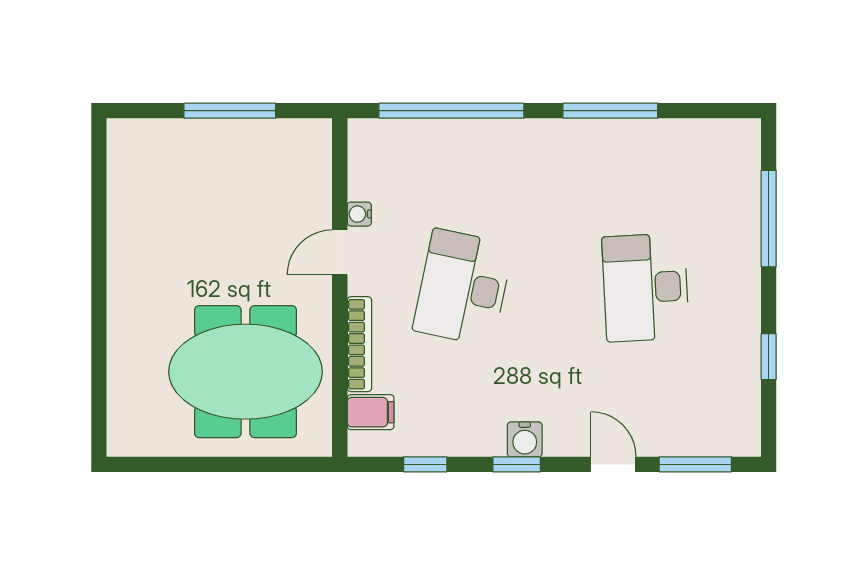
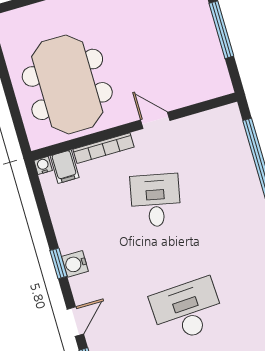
water cooler: (359, 214) -> (43, 165), moved
desk: (463, 287) -> (156, 200), width x0.73
window: (425, 464) -> (43, 208), removed

